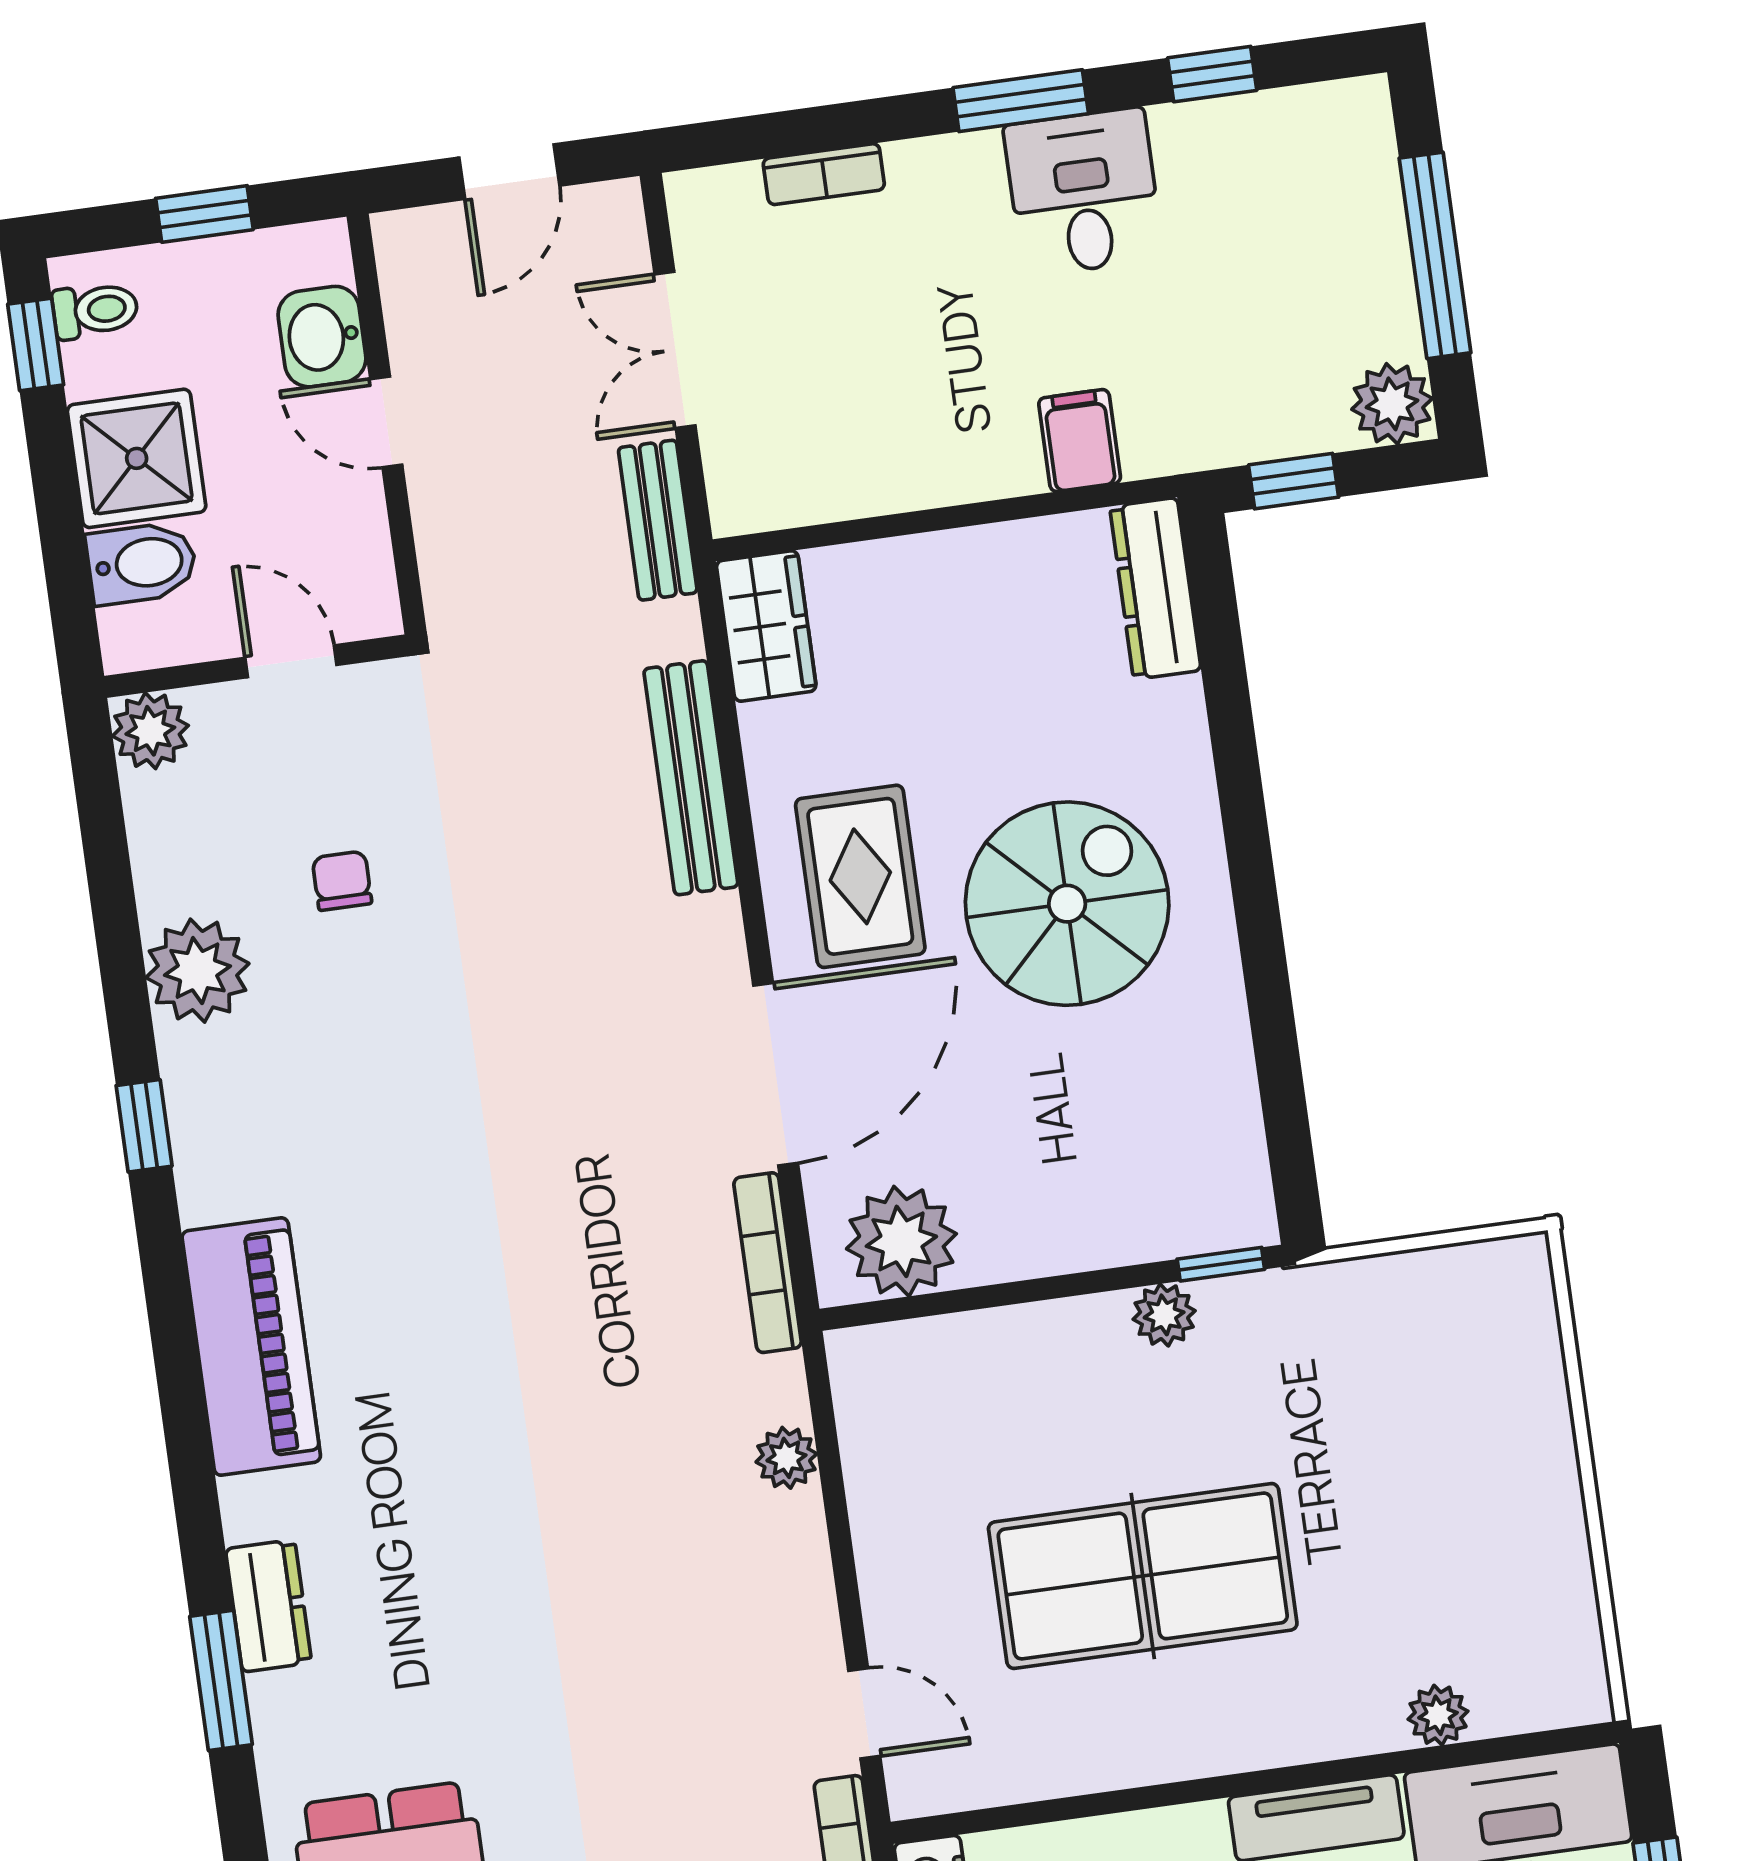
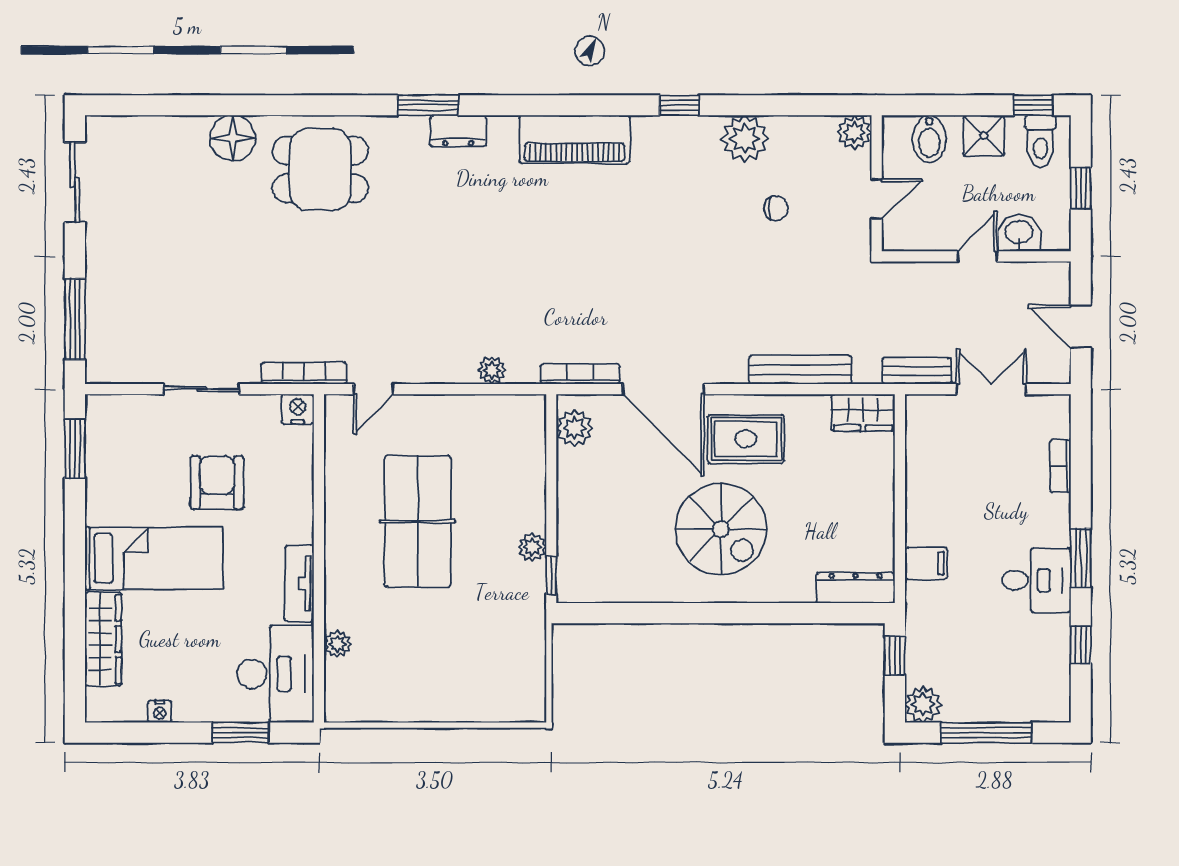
toilet: (95, 310) -> (1040, 141), width x1.37, depth x1.39
shower: (137, 458) -> (984, 136), width x0.73, depth x0.73
plant: (901, 1241) -> (575, 428), width x0.73, depth x0.73

